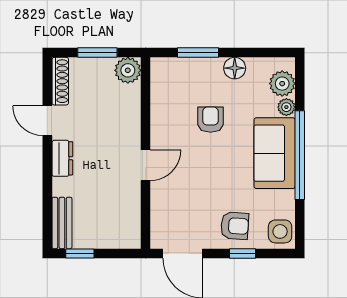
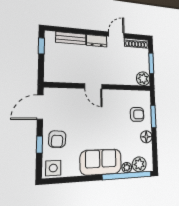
armchair: (210, 120) -> (137, 114), moved
window: (300, 155) -> (127, 175), moved
bench: (62, 223) -> (71, 38), moved

